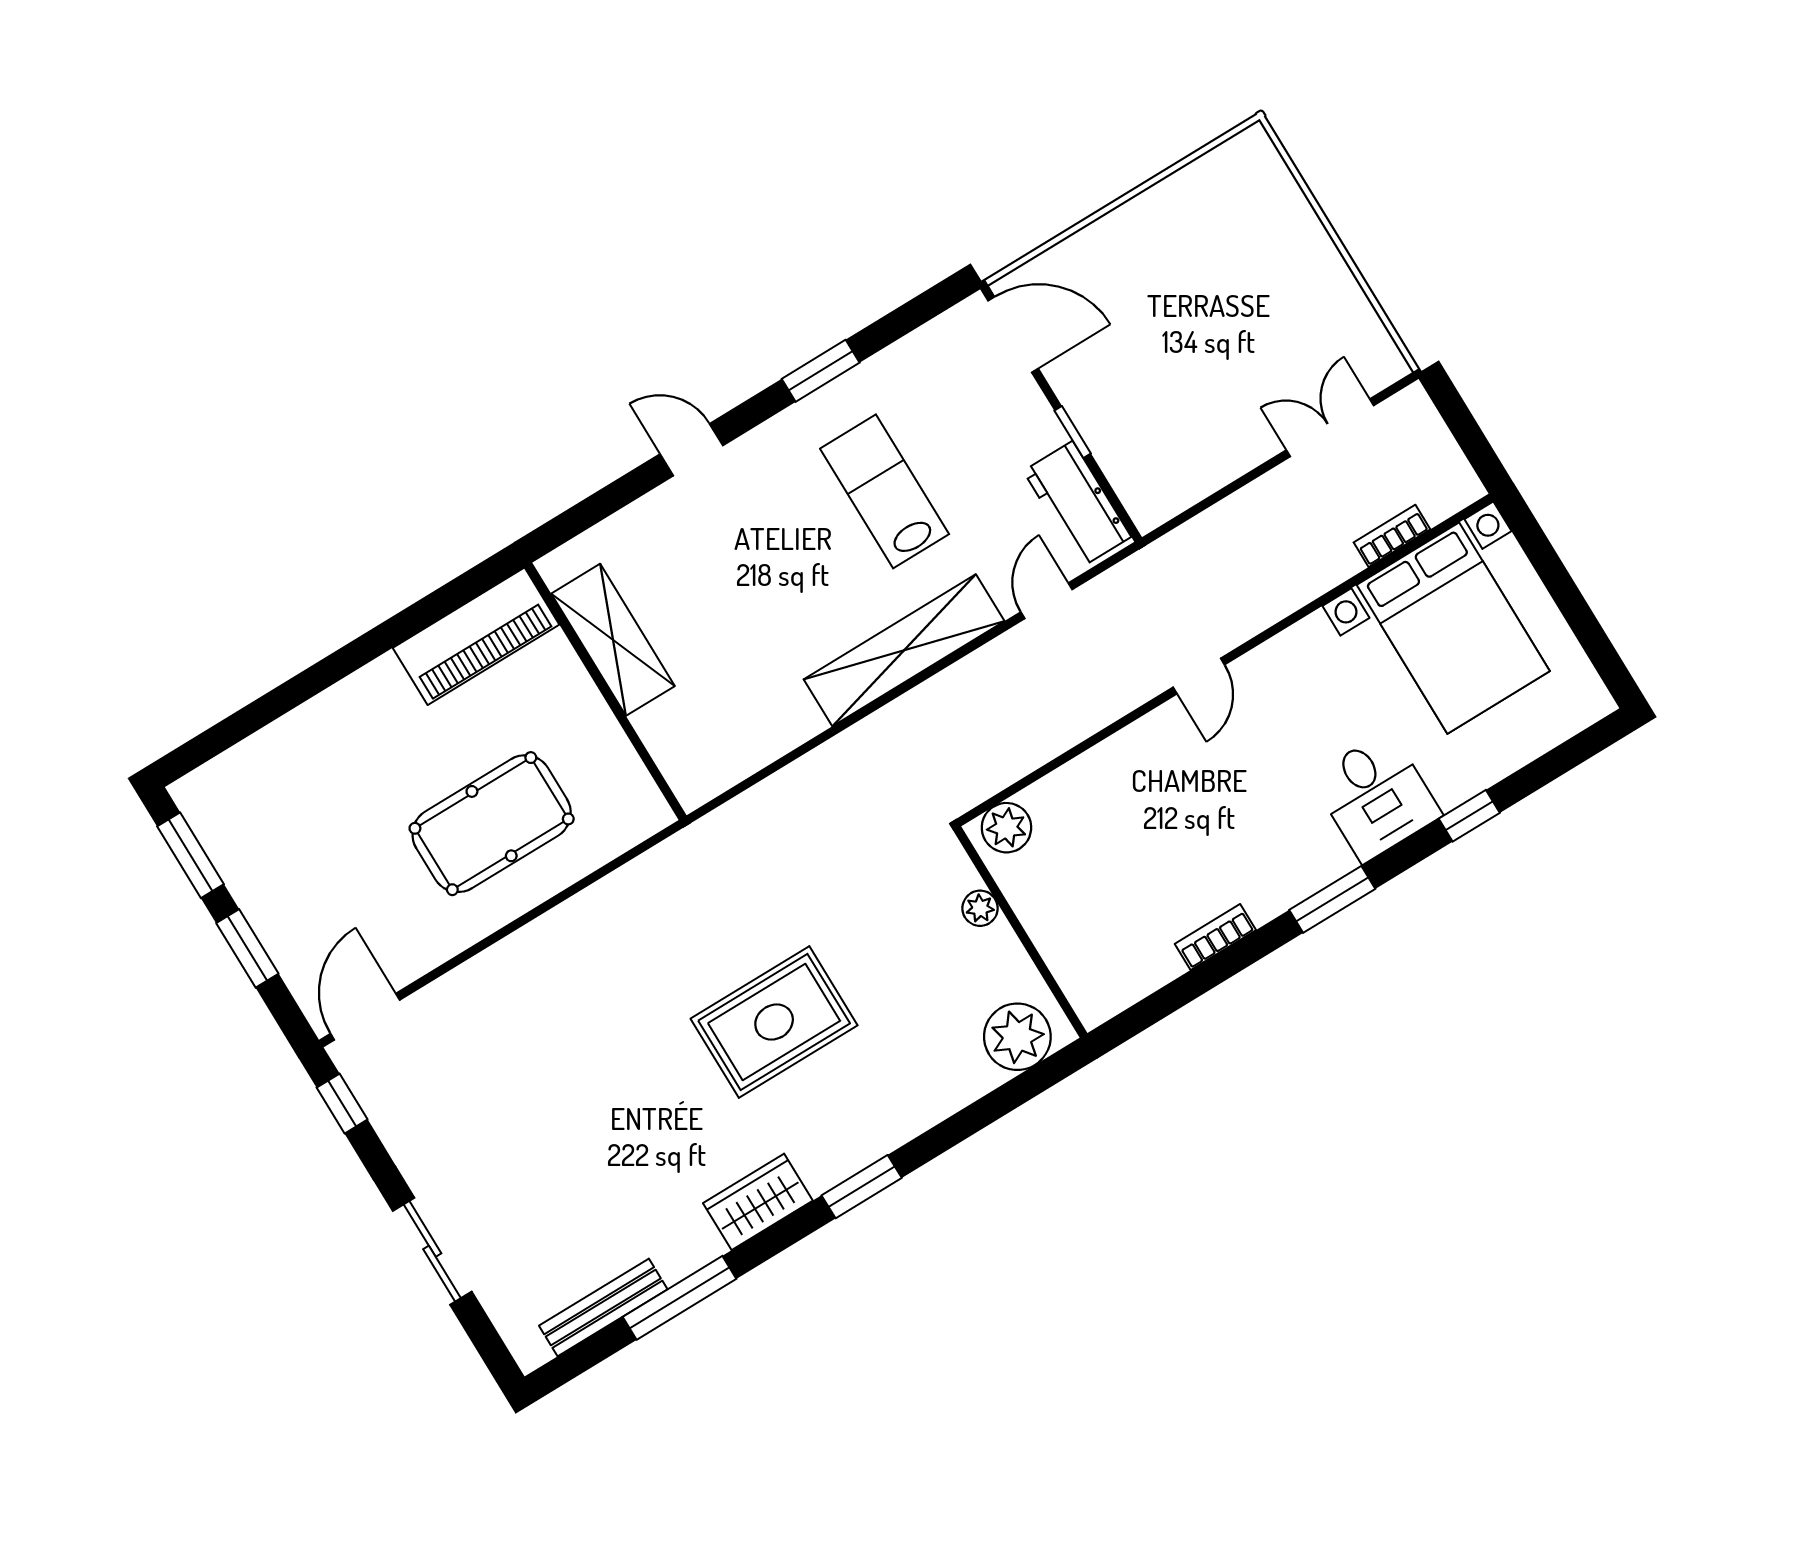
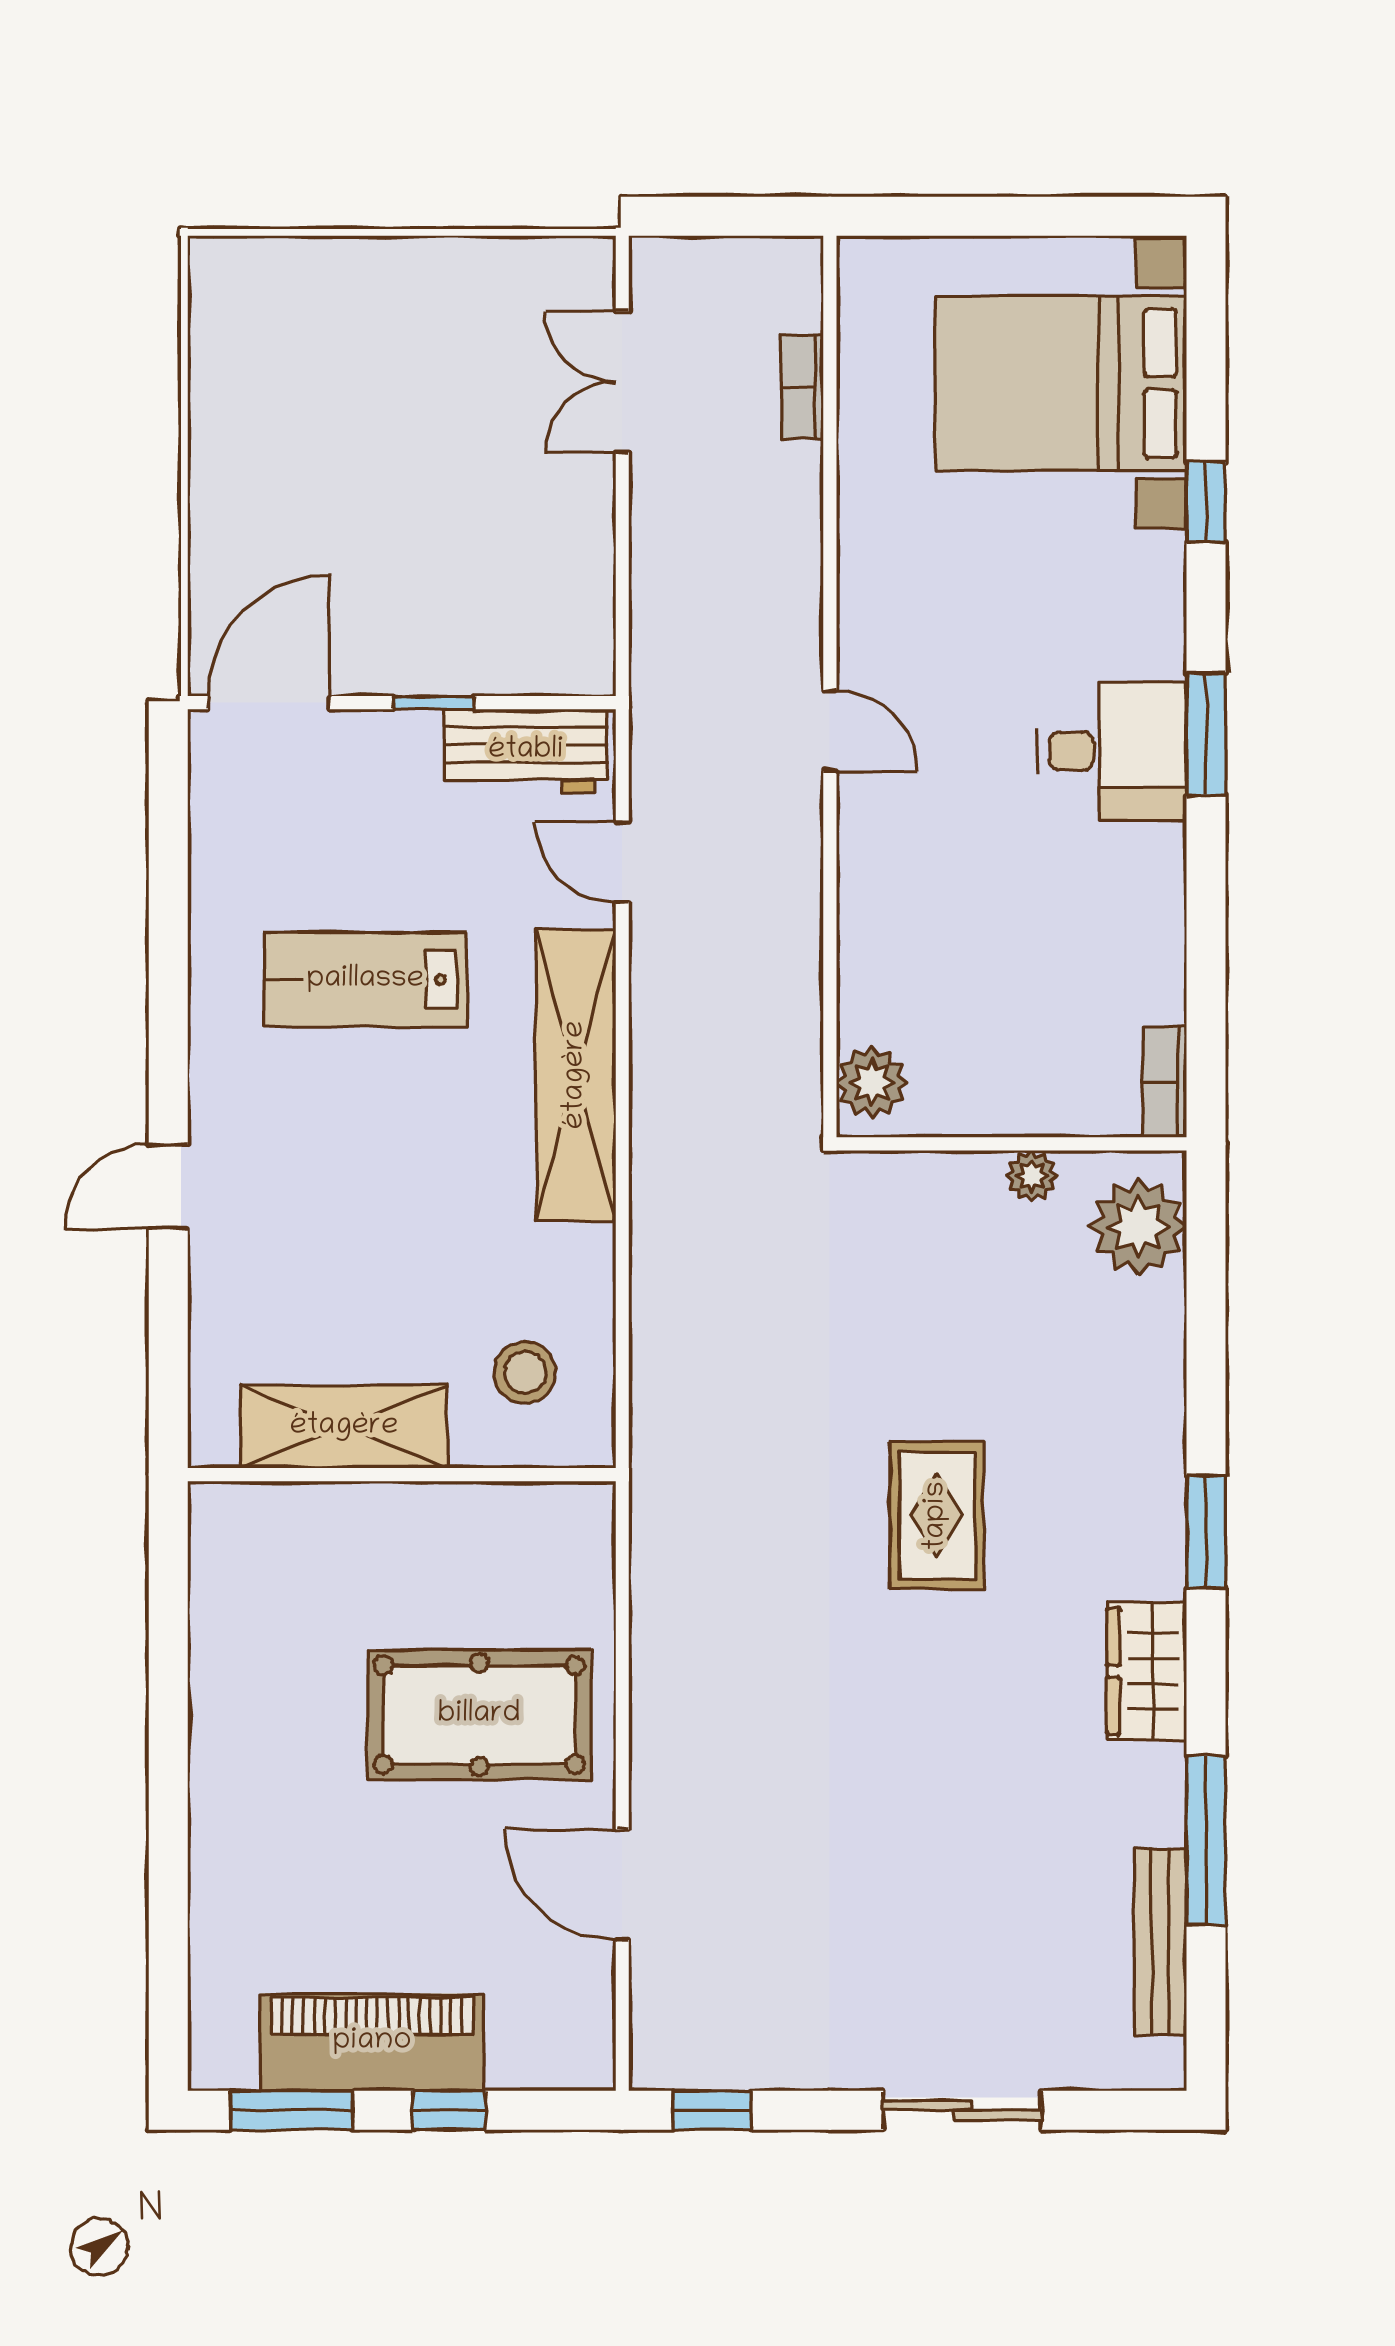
window: (821, 371) -> (168, 968), removed
bed with nightstands: (1453, 628) -> (1061, 383), moved, turned 180
piano: (476, 636) -> (372, 2042), moved, turned -90
stool: (710, 727) -> (525, 1372), added
desk: (1376, 796) -> (1112, 751), moved
pool table: (492, 824) -> (479, 1715), turned 90
plant: (980, 908) -> (1032, 1176), moved
bookcase: (1215, 937) -> (1164, 1082), moved
window: (247, 948) -> (449, 2110), width x0.67
door: (365, 1017) -> (622, 1885), moved
rug: (774, 1022) -> (937, 1516), width x0.73, depth x0.70

